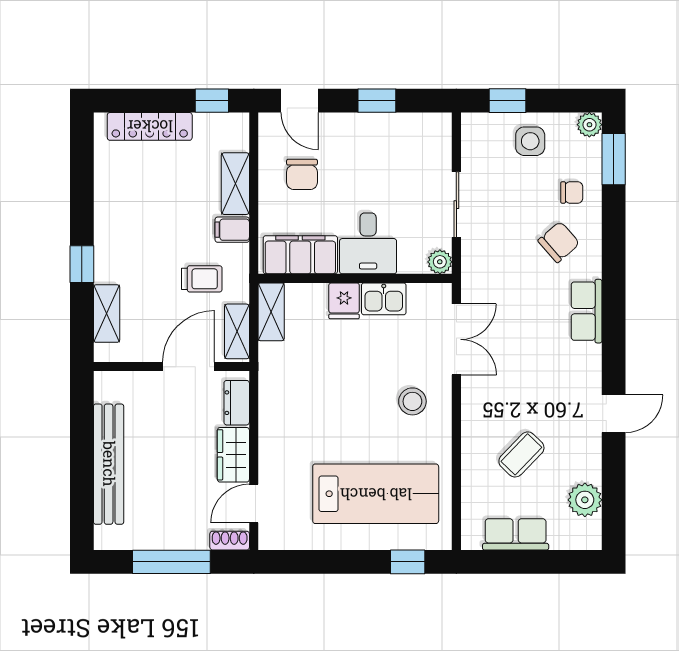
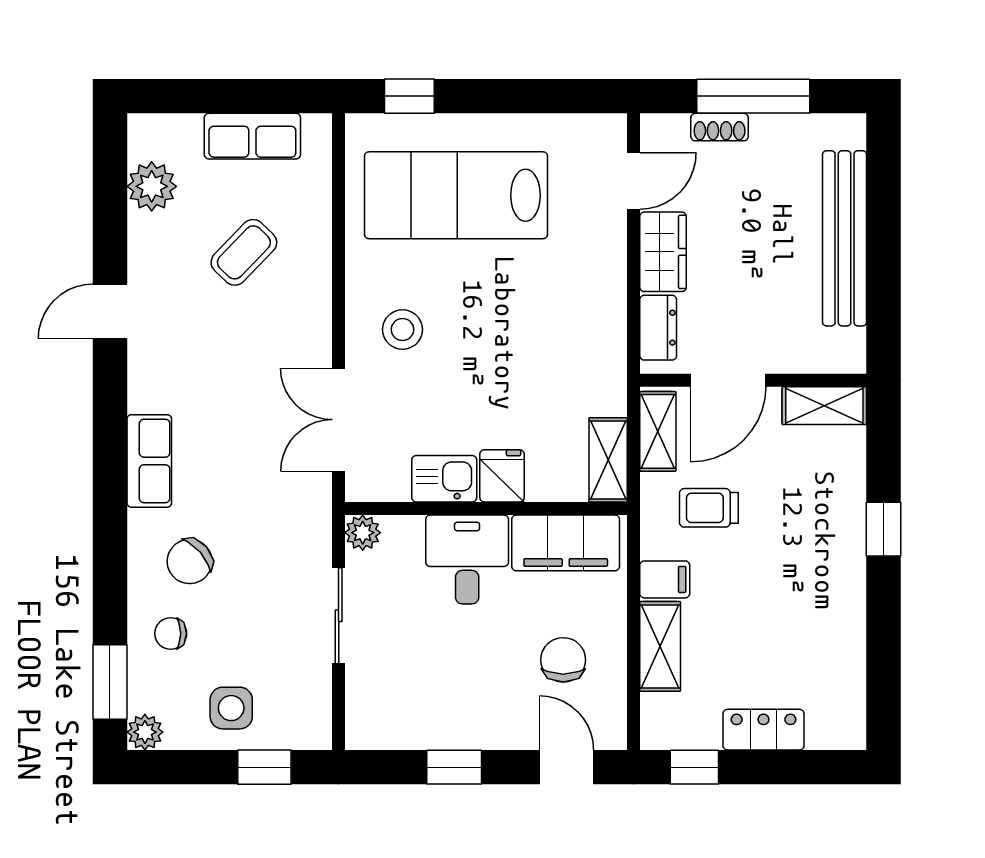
locker: (150, 126) -> (763, 730), width x0.66
shelving: (107, 314) -> (824, 406), moved, turned 90
shoe rack: (230, 541) -> (720, 127), moved

